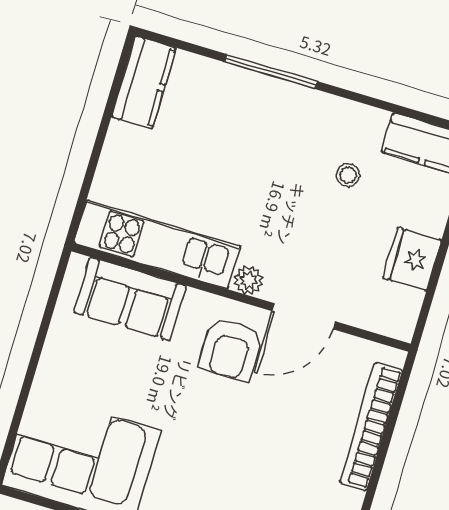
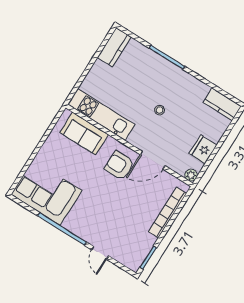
stool: (348, 175) -> (160, 110), moved
plant: (248, 280) -> (191, 175), moved
armchair: (231, 349) -> (119, 165), turned 90

